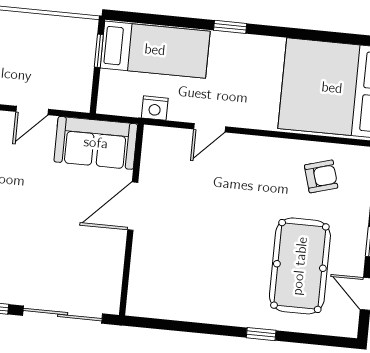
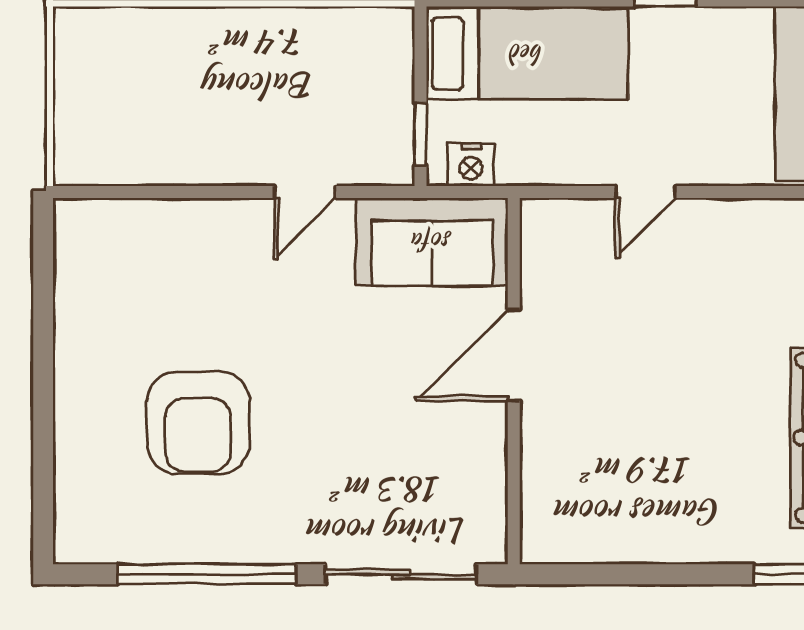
window: (99, 51) -> (420, 134), moved
nightstand: (155, 108) -> (471, 165), moved

